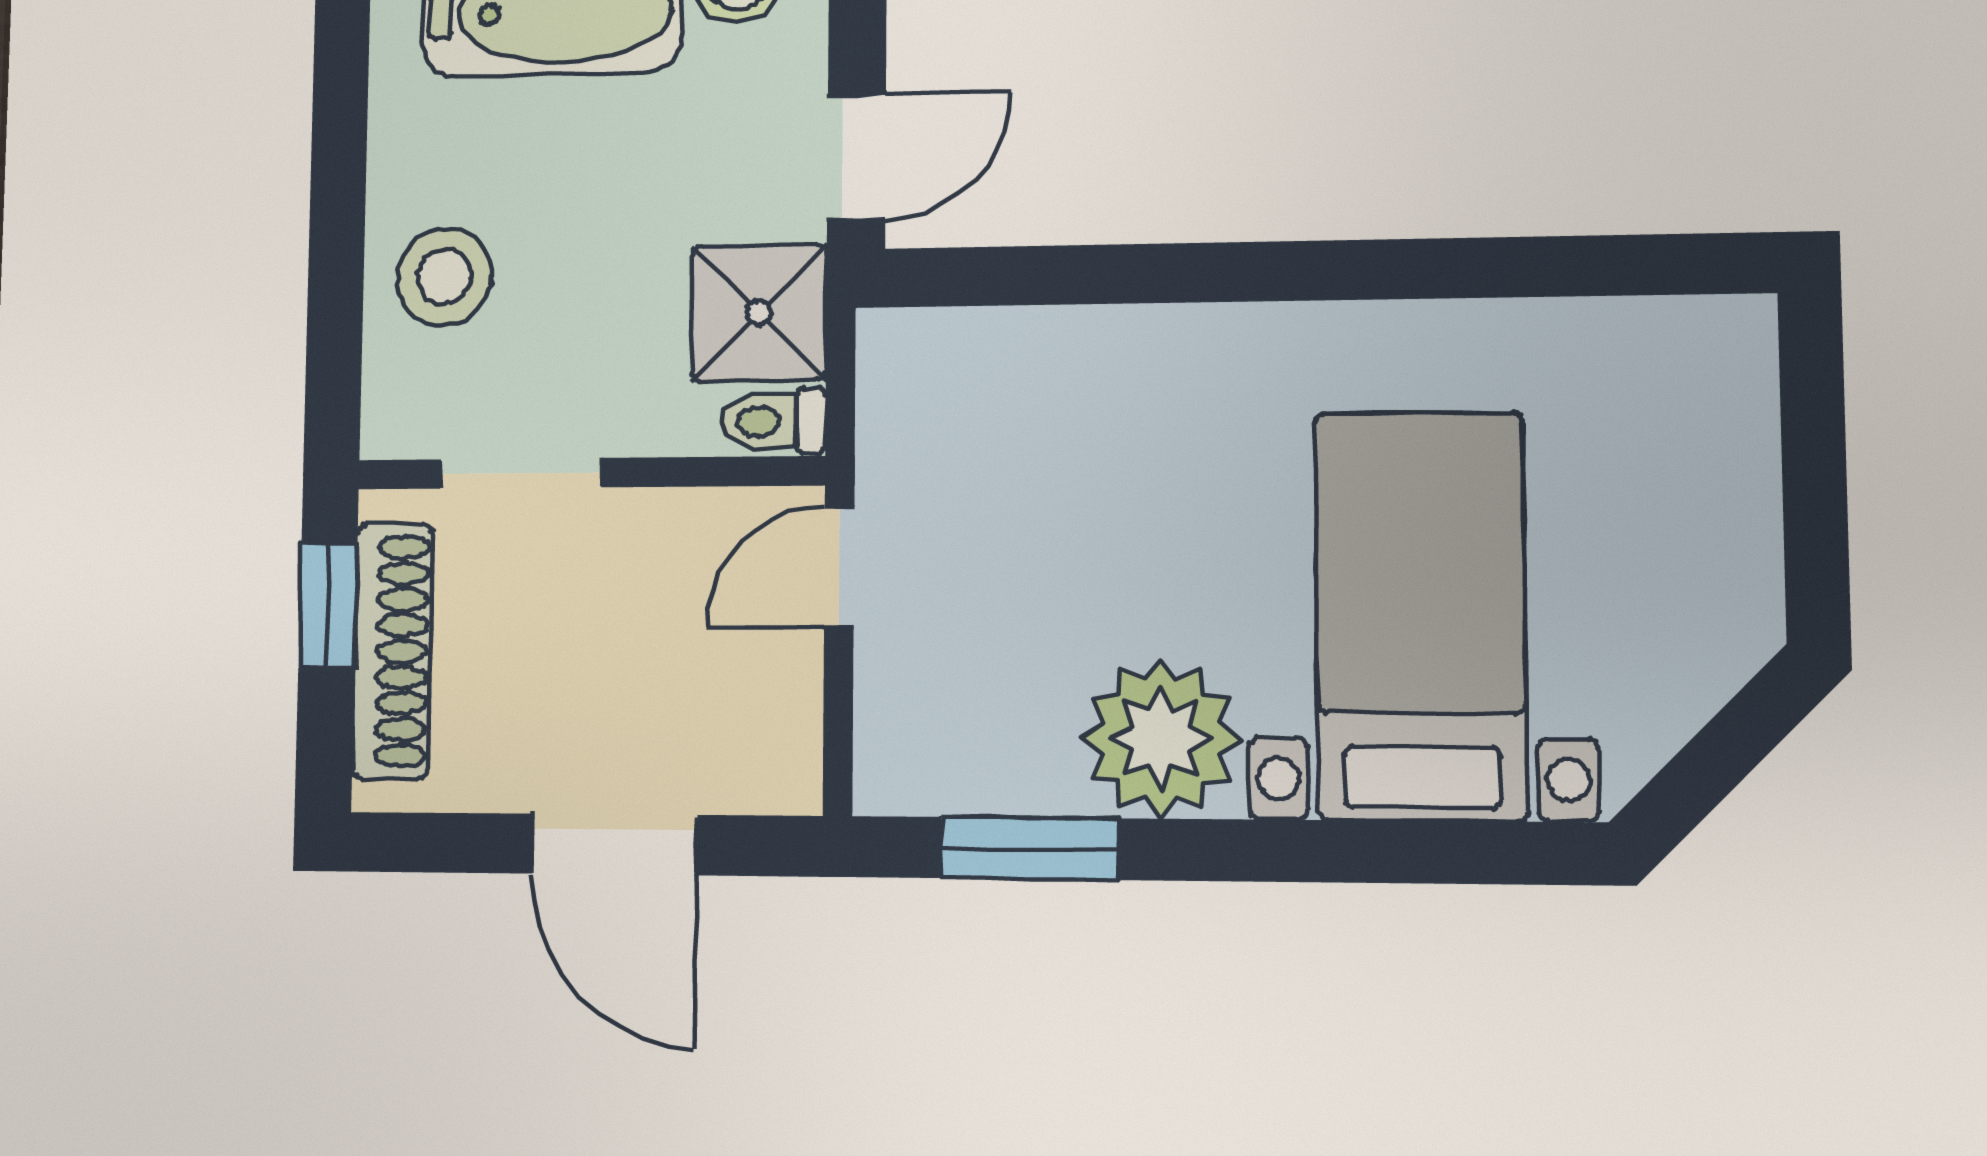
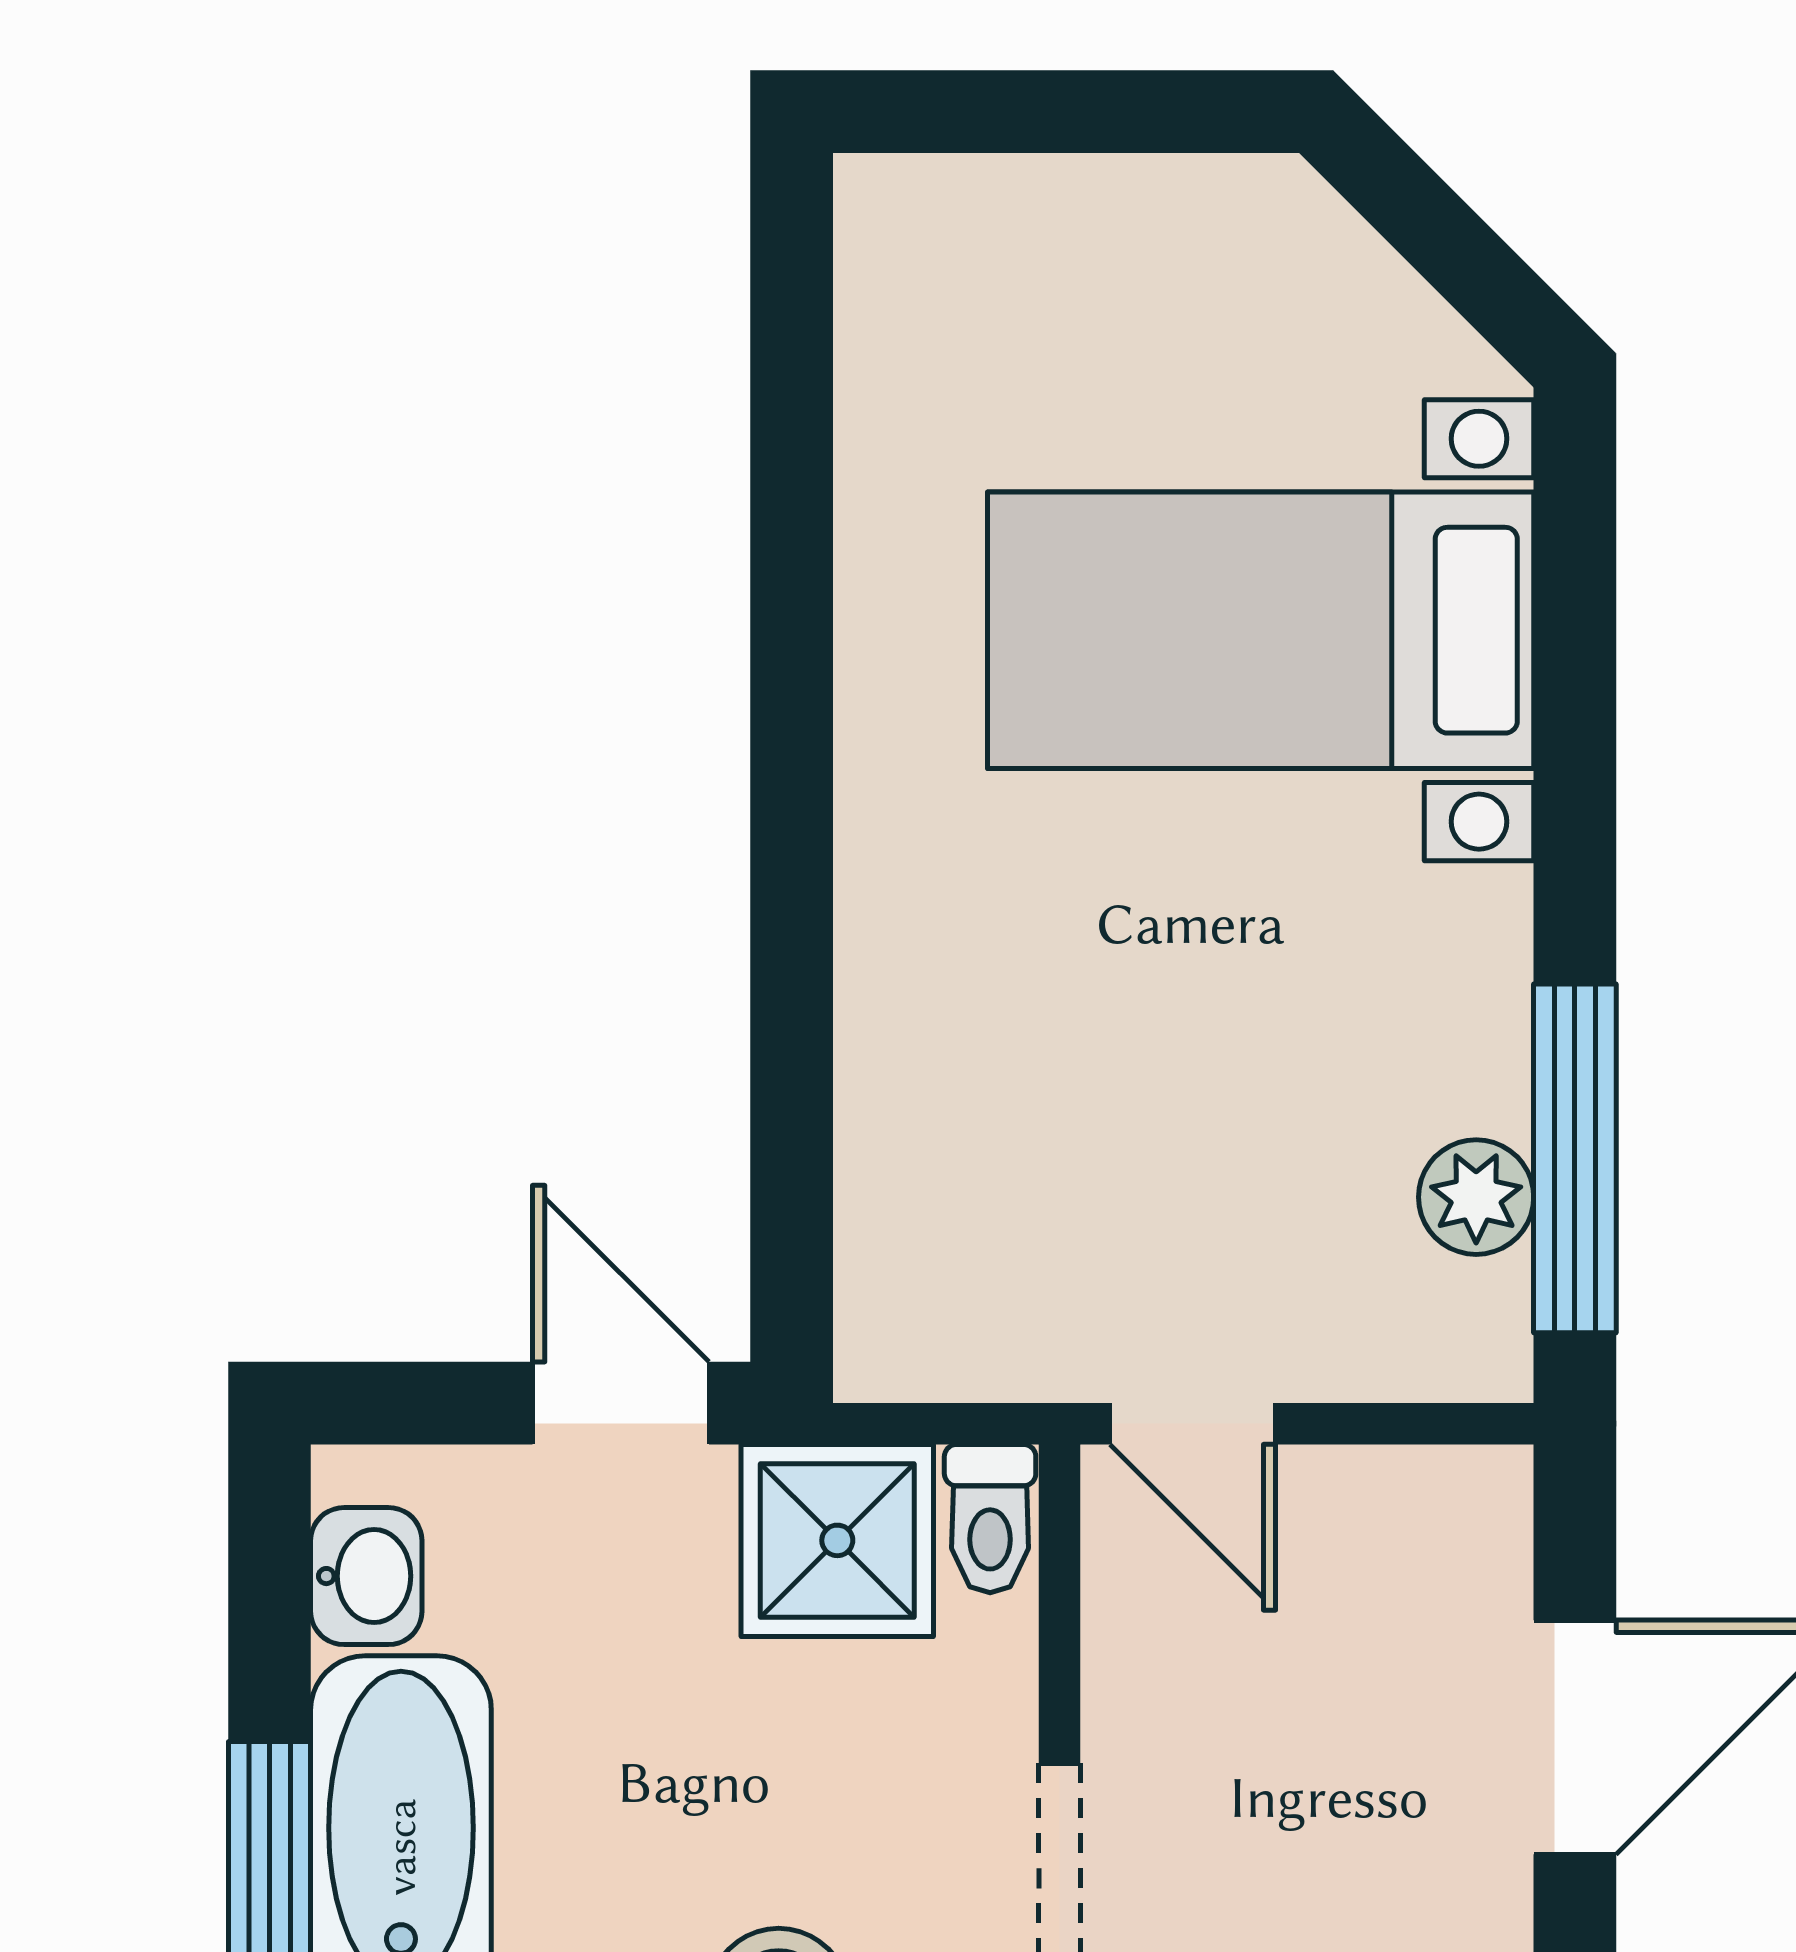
plant: (1161, 738) -> (1476, 1197), moved, width x0.53, depth x0.53
window: (1030, 848) -> (1575, 1158), width x1.44

